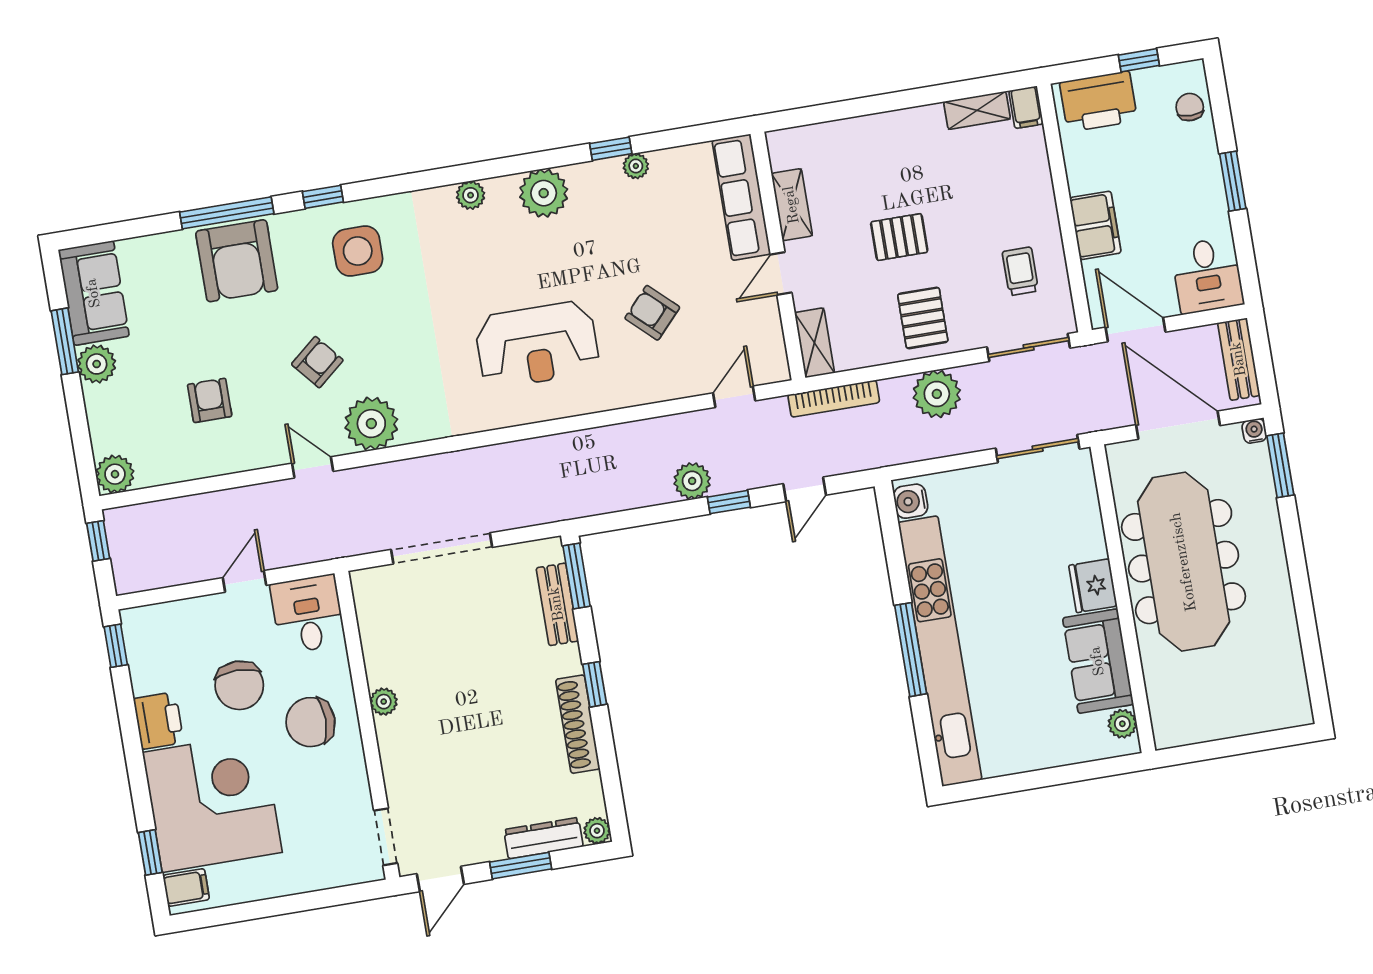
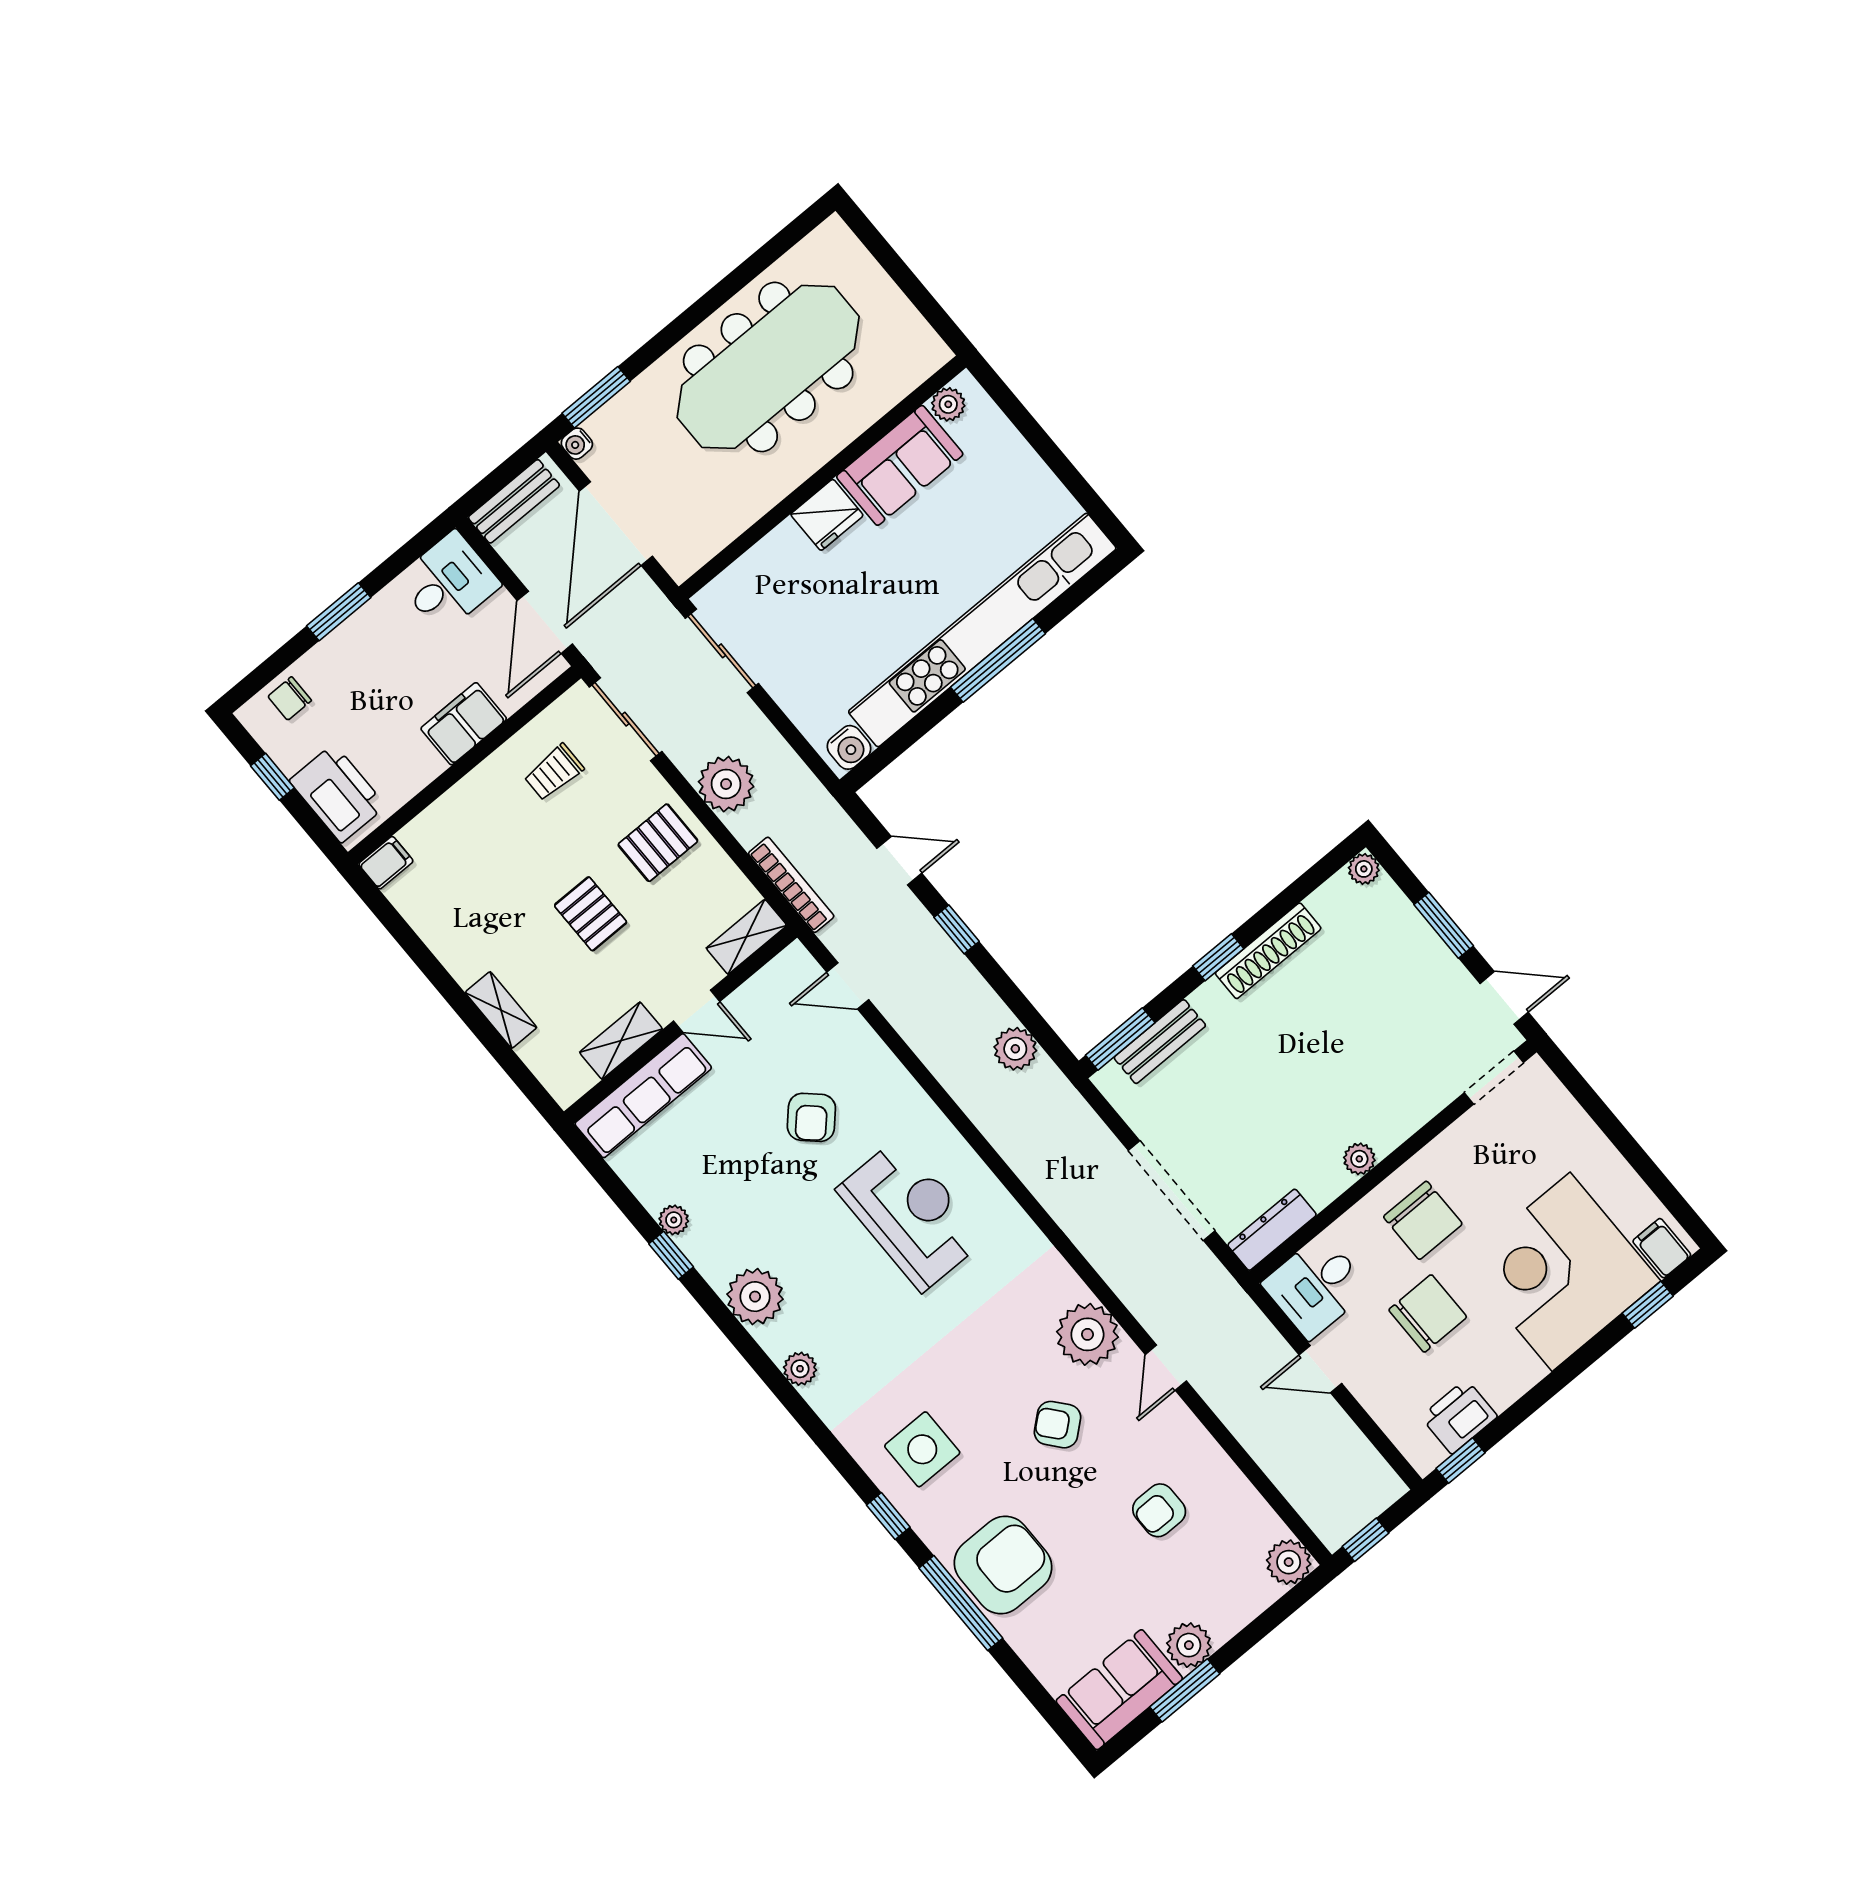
shelving: (977, 110) -> (501, 1010), moved
plant: (692, 481) -> (1015, 1049), moved
meeting table: (1184, 562) -> (768, 367), moved
printer: (159, 721) -> (1459, 1417), moved
dresser: (543, 838) -> (1272, 1230), moved, turned 90

